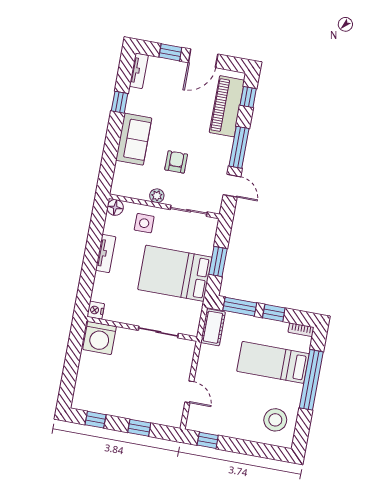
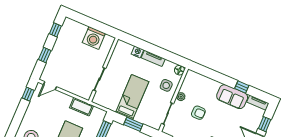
sofa: (134, 139) -> (232, 97), moved
bed: (175, 273) -> (132, 97), width x0.67
nightstand: (96, 310) -> (137, 52), moved
cot: (213, 327) -> (82, 107), moved
washing machine: (100, 338) -> (94, 38), moved, turned -90
door: (189, 392) -> (50, 86), moved

